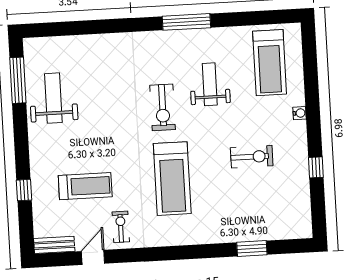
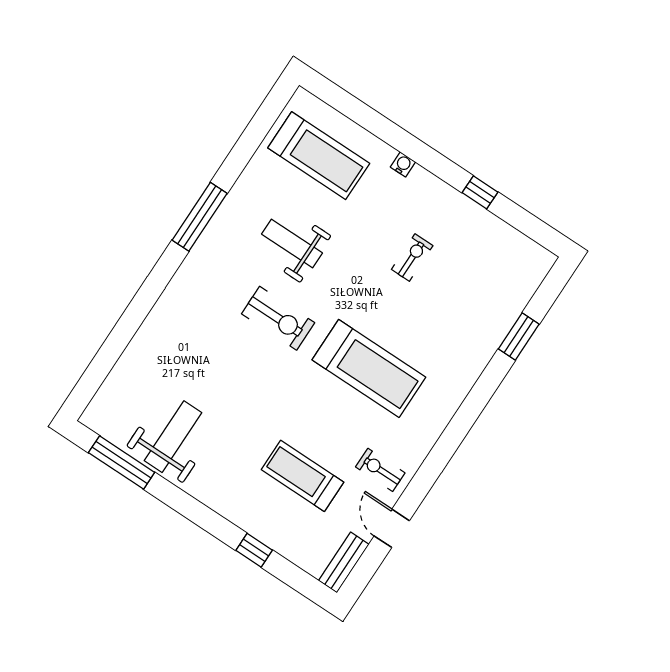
weight bench: (53, 98) -> (173, 437), turned 90
exercise bike: (252, 157) -> (412, 258), width x0.73, depth x0.72
treadmill: (85, 186) -> (302, 476), turned -90

